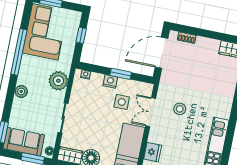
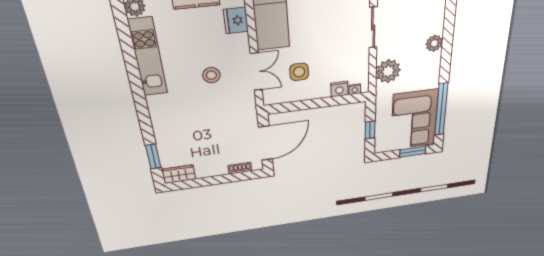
window: (19, 52) -> (441, 109), moved
window: (121, 74) -> (310, 104), removed
nightstand: (110, 81) -> (339, 89), moved
stool: (180, 109) -> (211, 75), moved

